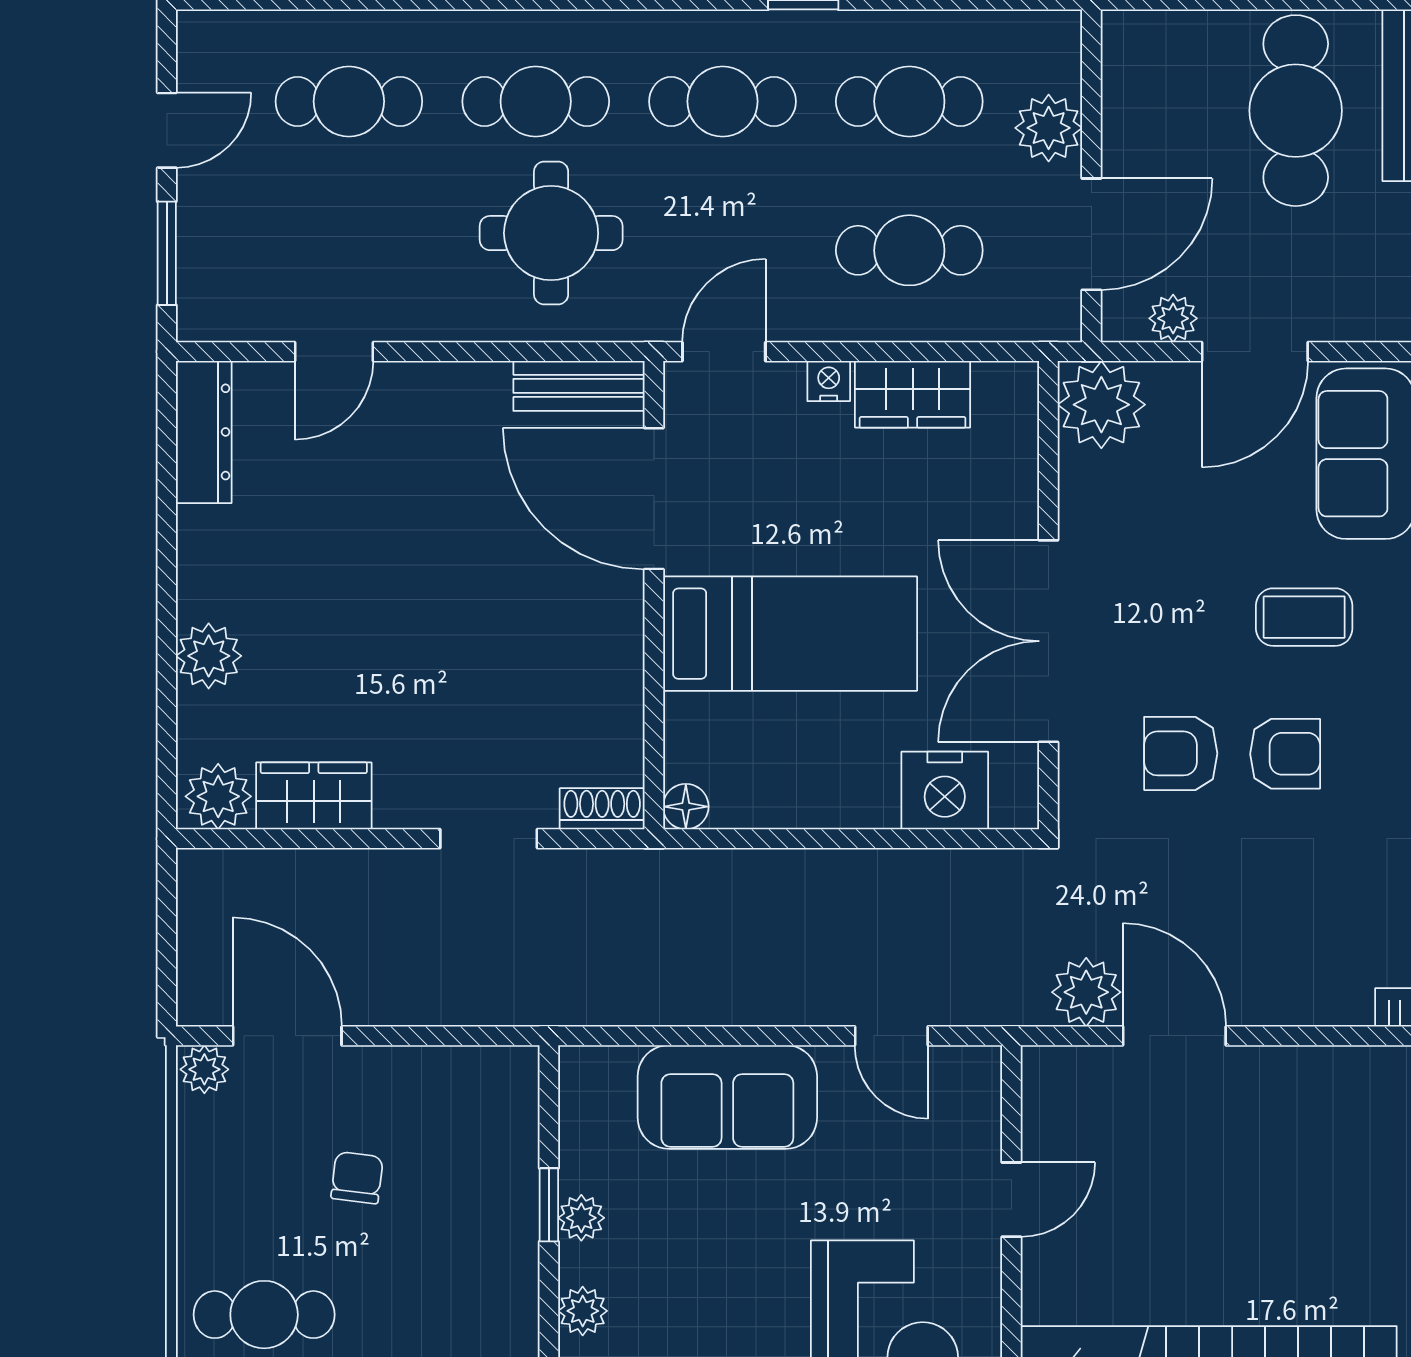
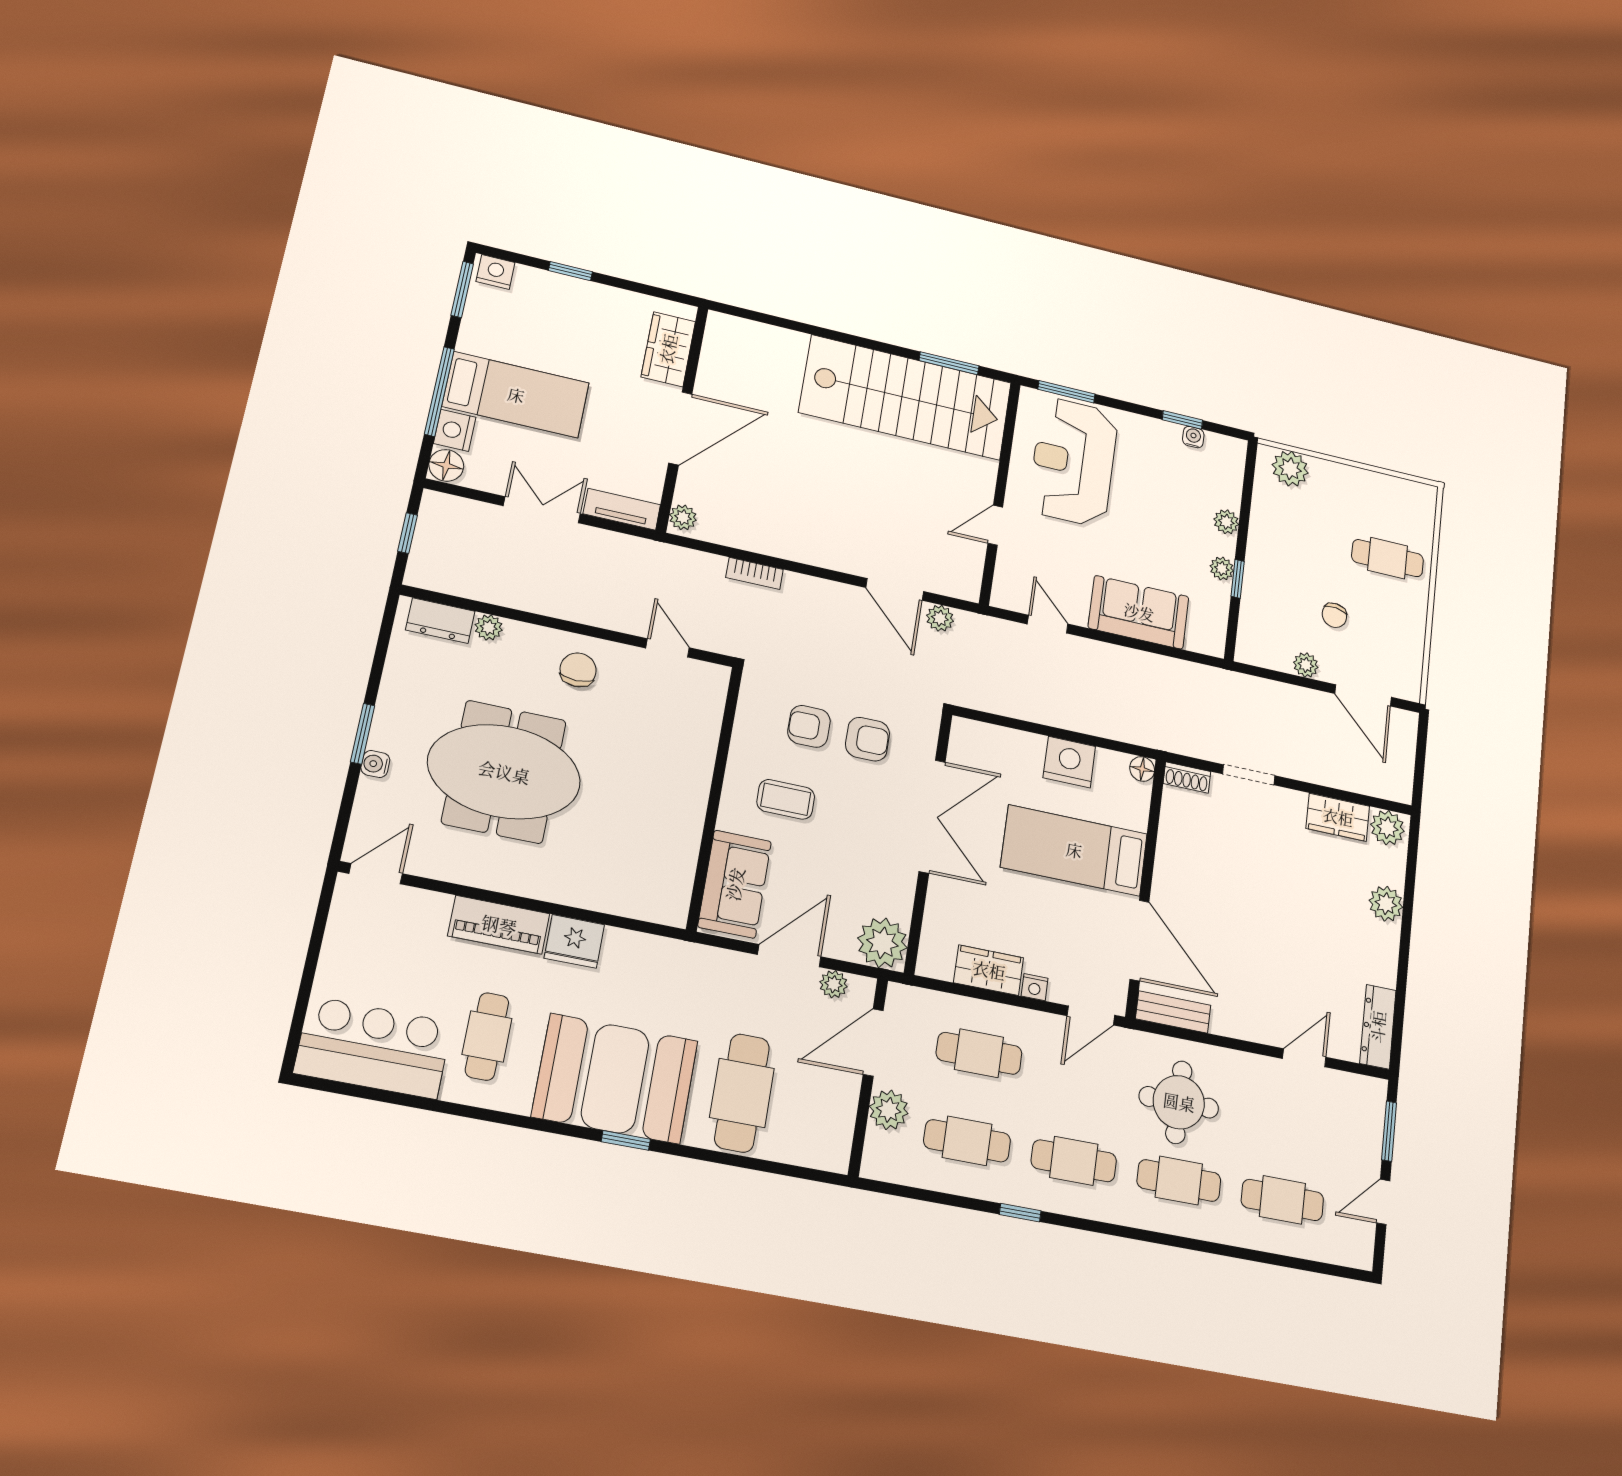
nightstand: (945, 790) -> (1069, 762), moved
plant: (1086, 992) -> (940, 618), width x0.73, depth x0.73
plant: (204, 1069) -> (1306, 665), moved

